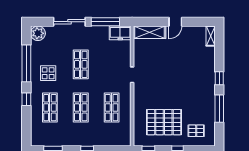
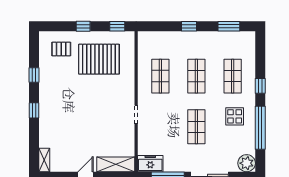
window: (219, 109) -> (34, 75), width x0.46

